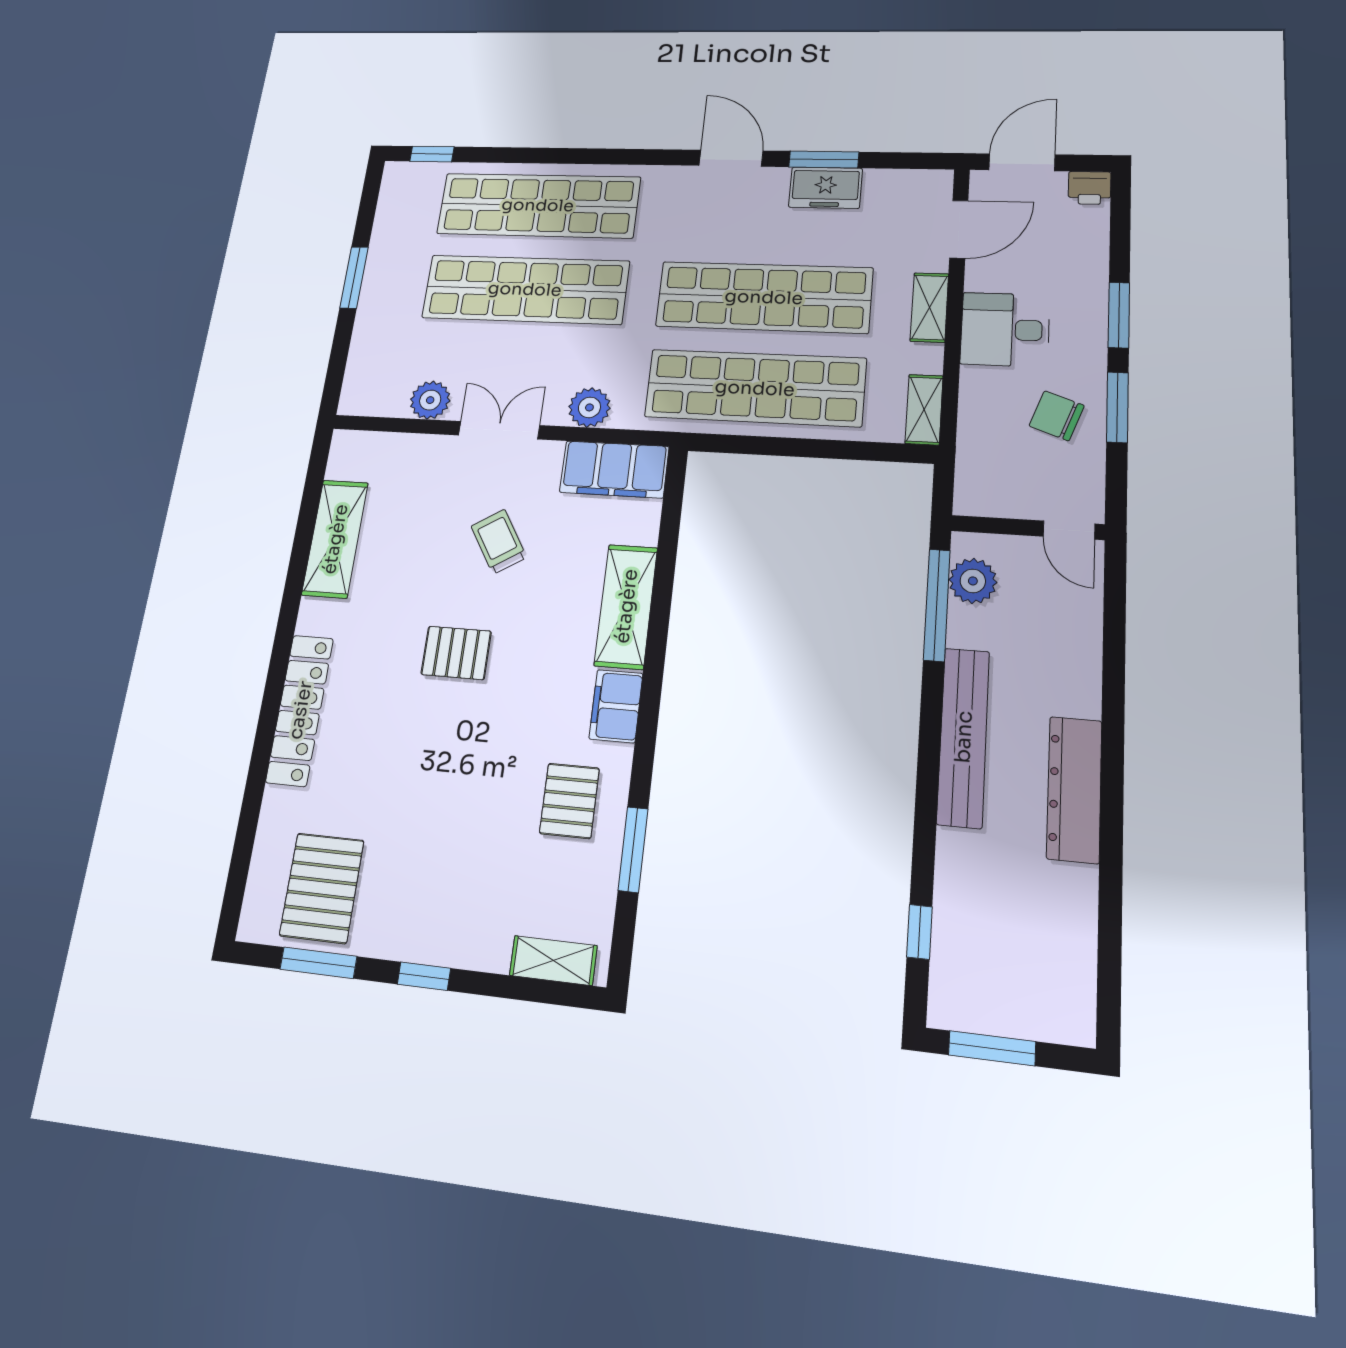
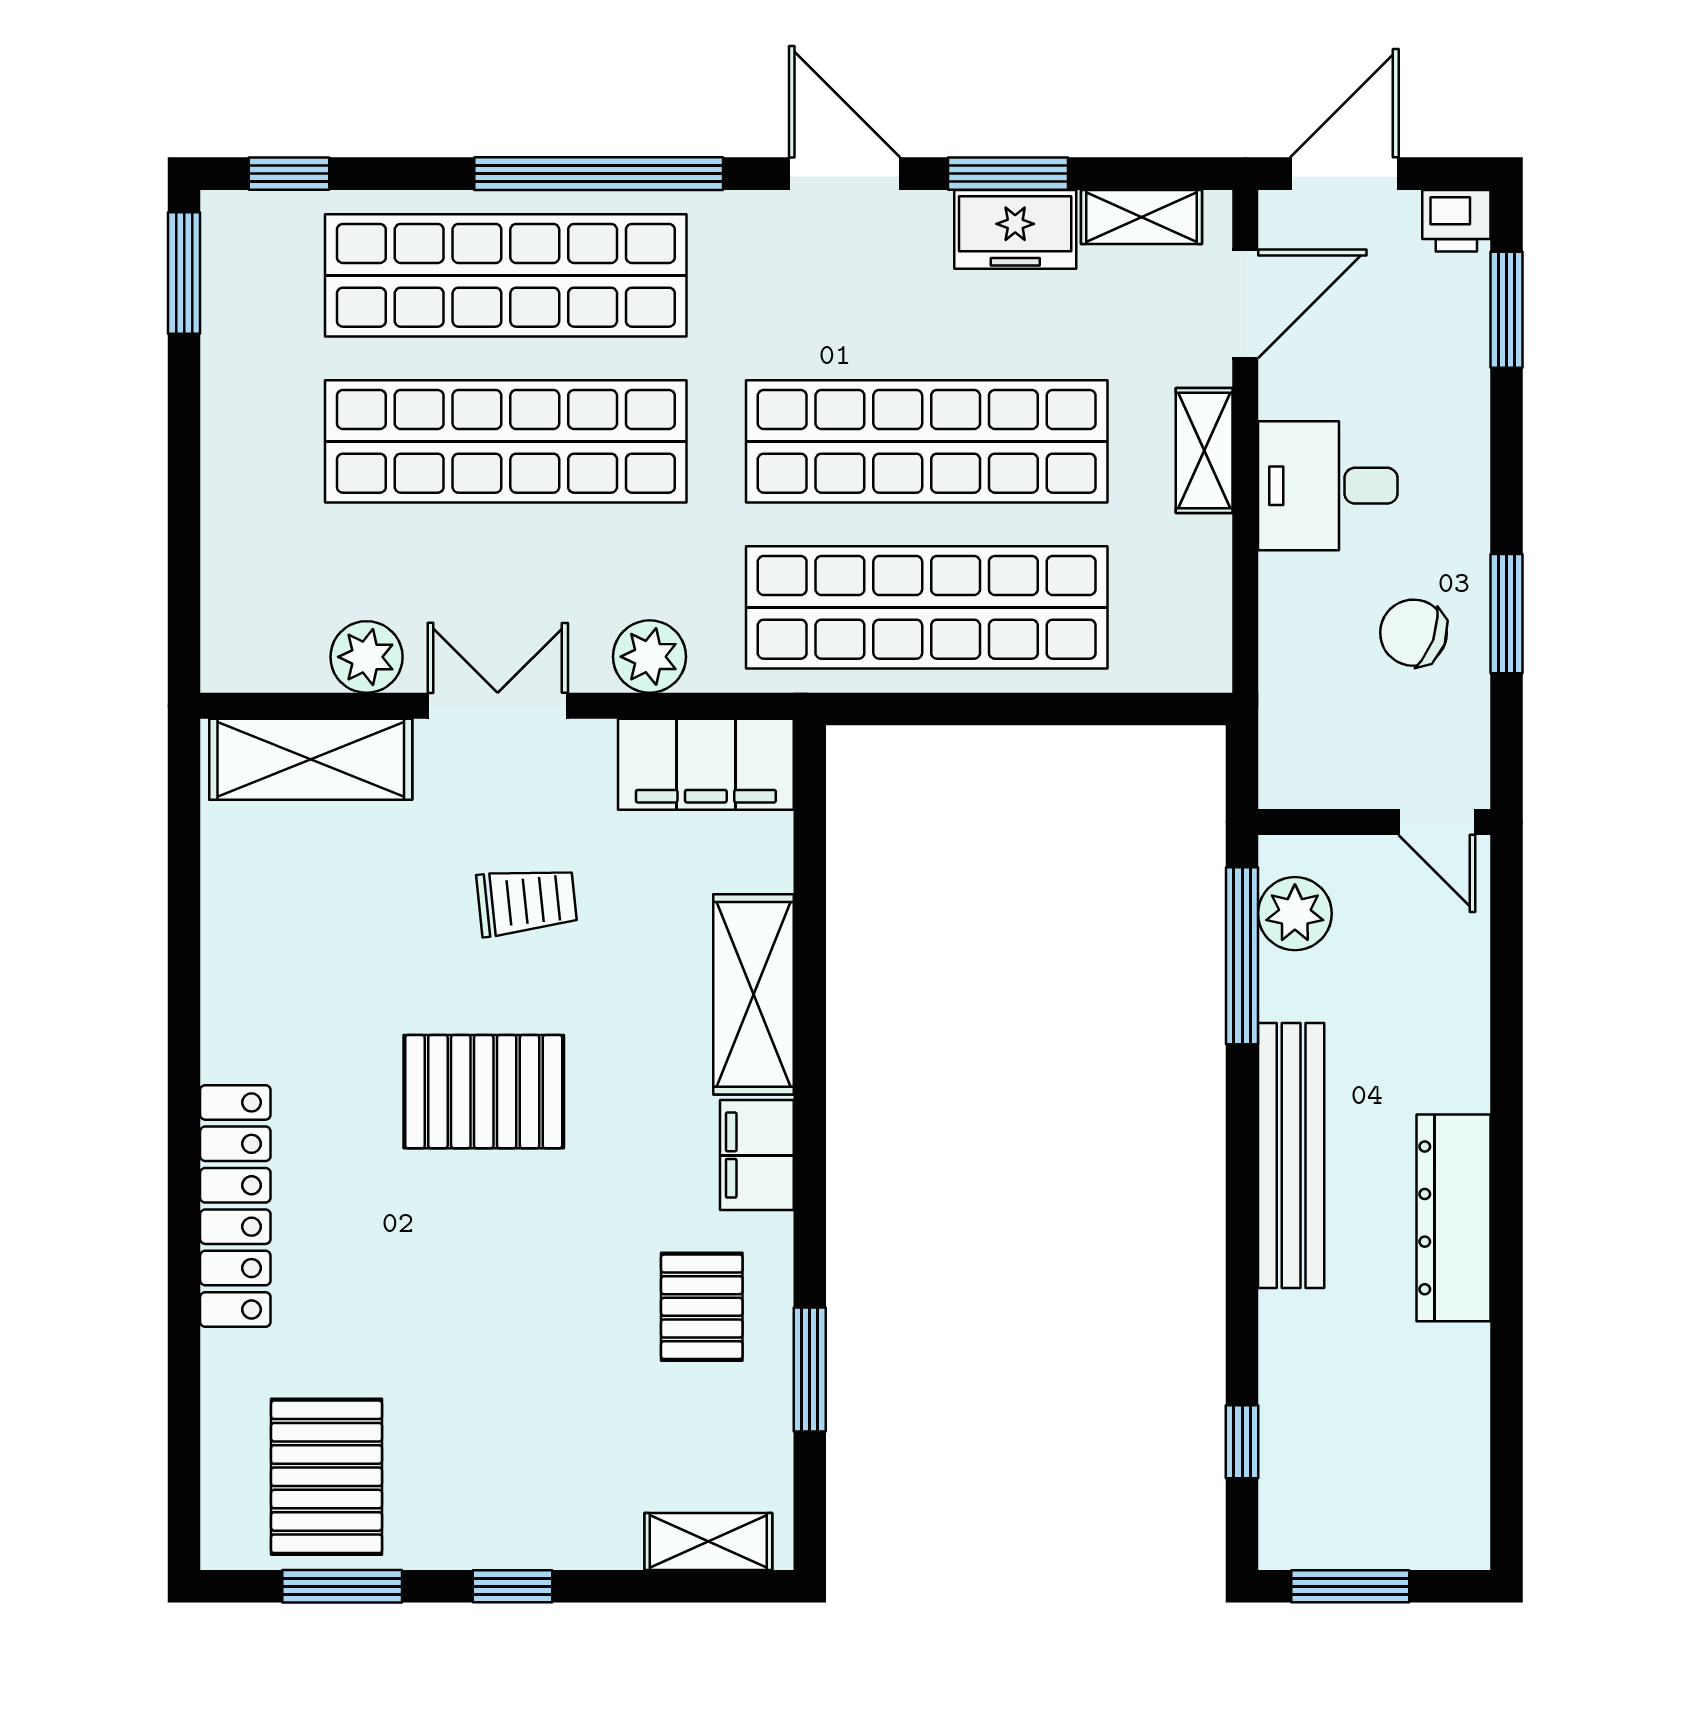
window: (596, 156) -> (599, 174), added
window: (354, 278) -> (184, 273), moved
window: (1119, 315) -> (1506, 310), moved
shelving: (924, 410) -> (1142, 217), moved, turned 90
shelving: (335, 539) -> (311, 759), moved, turned 90
trolley: (499, 542) -> (527, 901), turned 116
pallet: (456, 653) -> (484, 1092), width x1.50, depth x1.42

